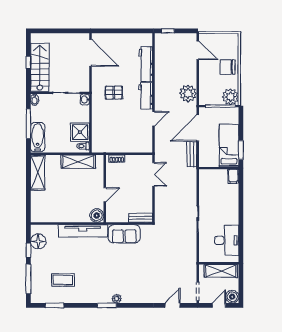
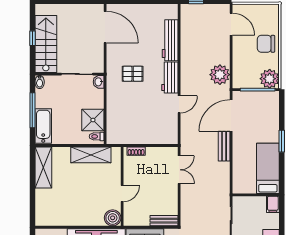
bed: (229, 146) -> (268, 168), moved
wall: (219, 168) -> (256, 195), moved
filing cabinet: (233, 176) -> (273, 204), moved

